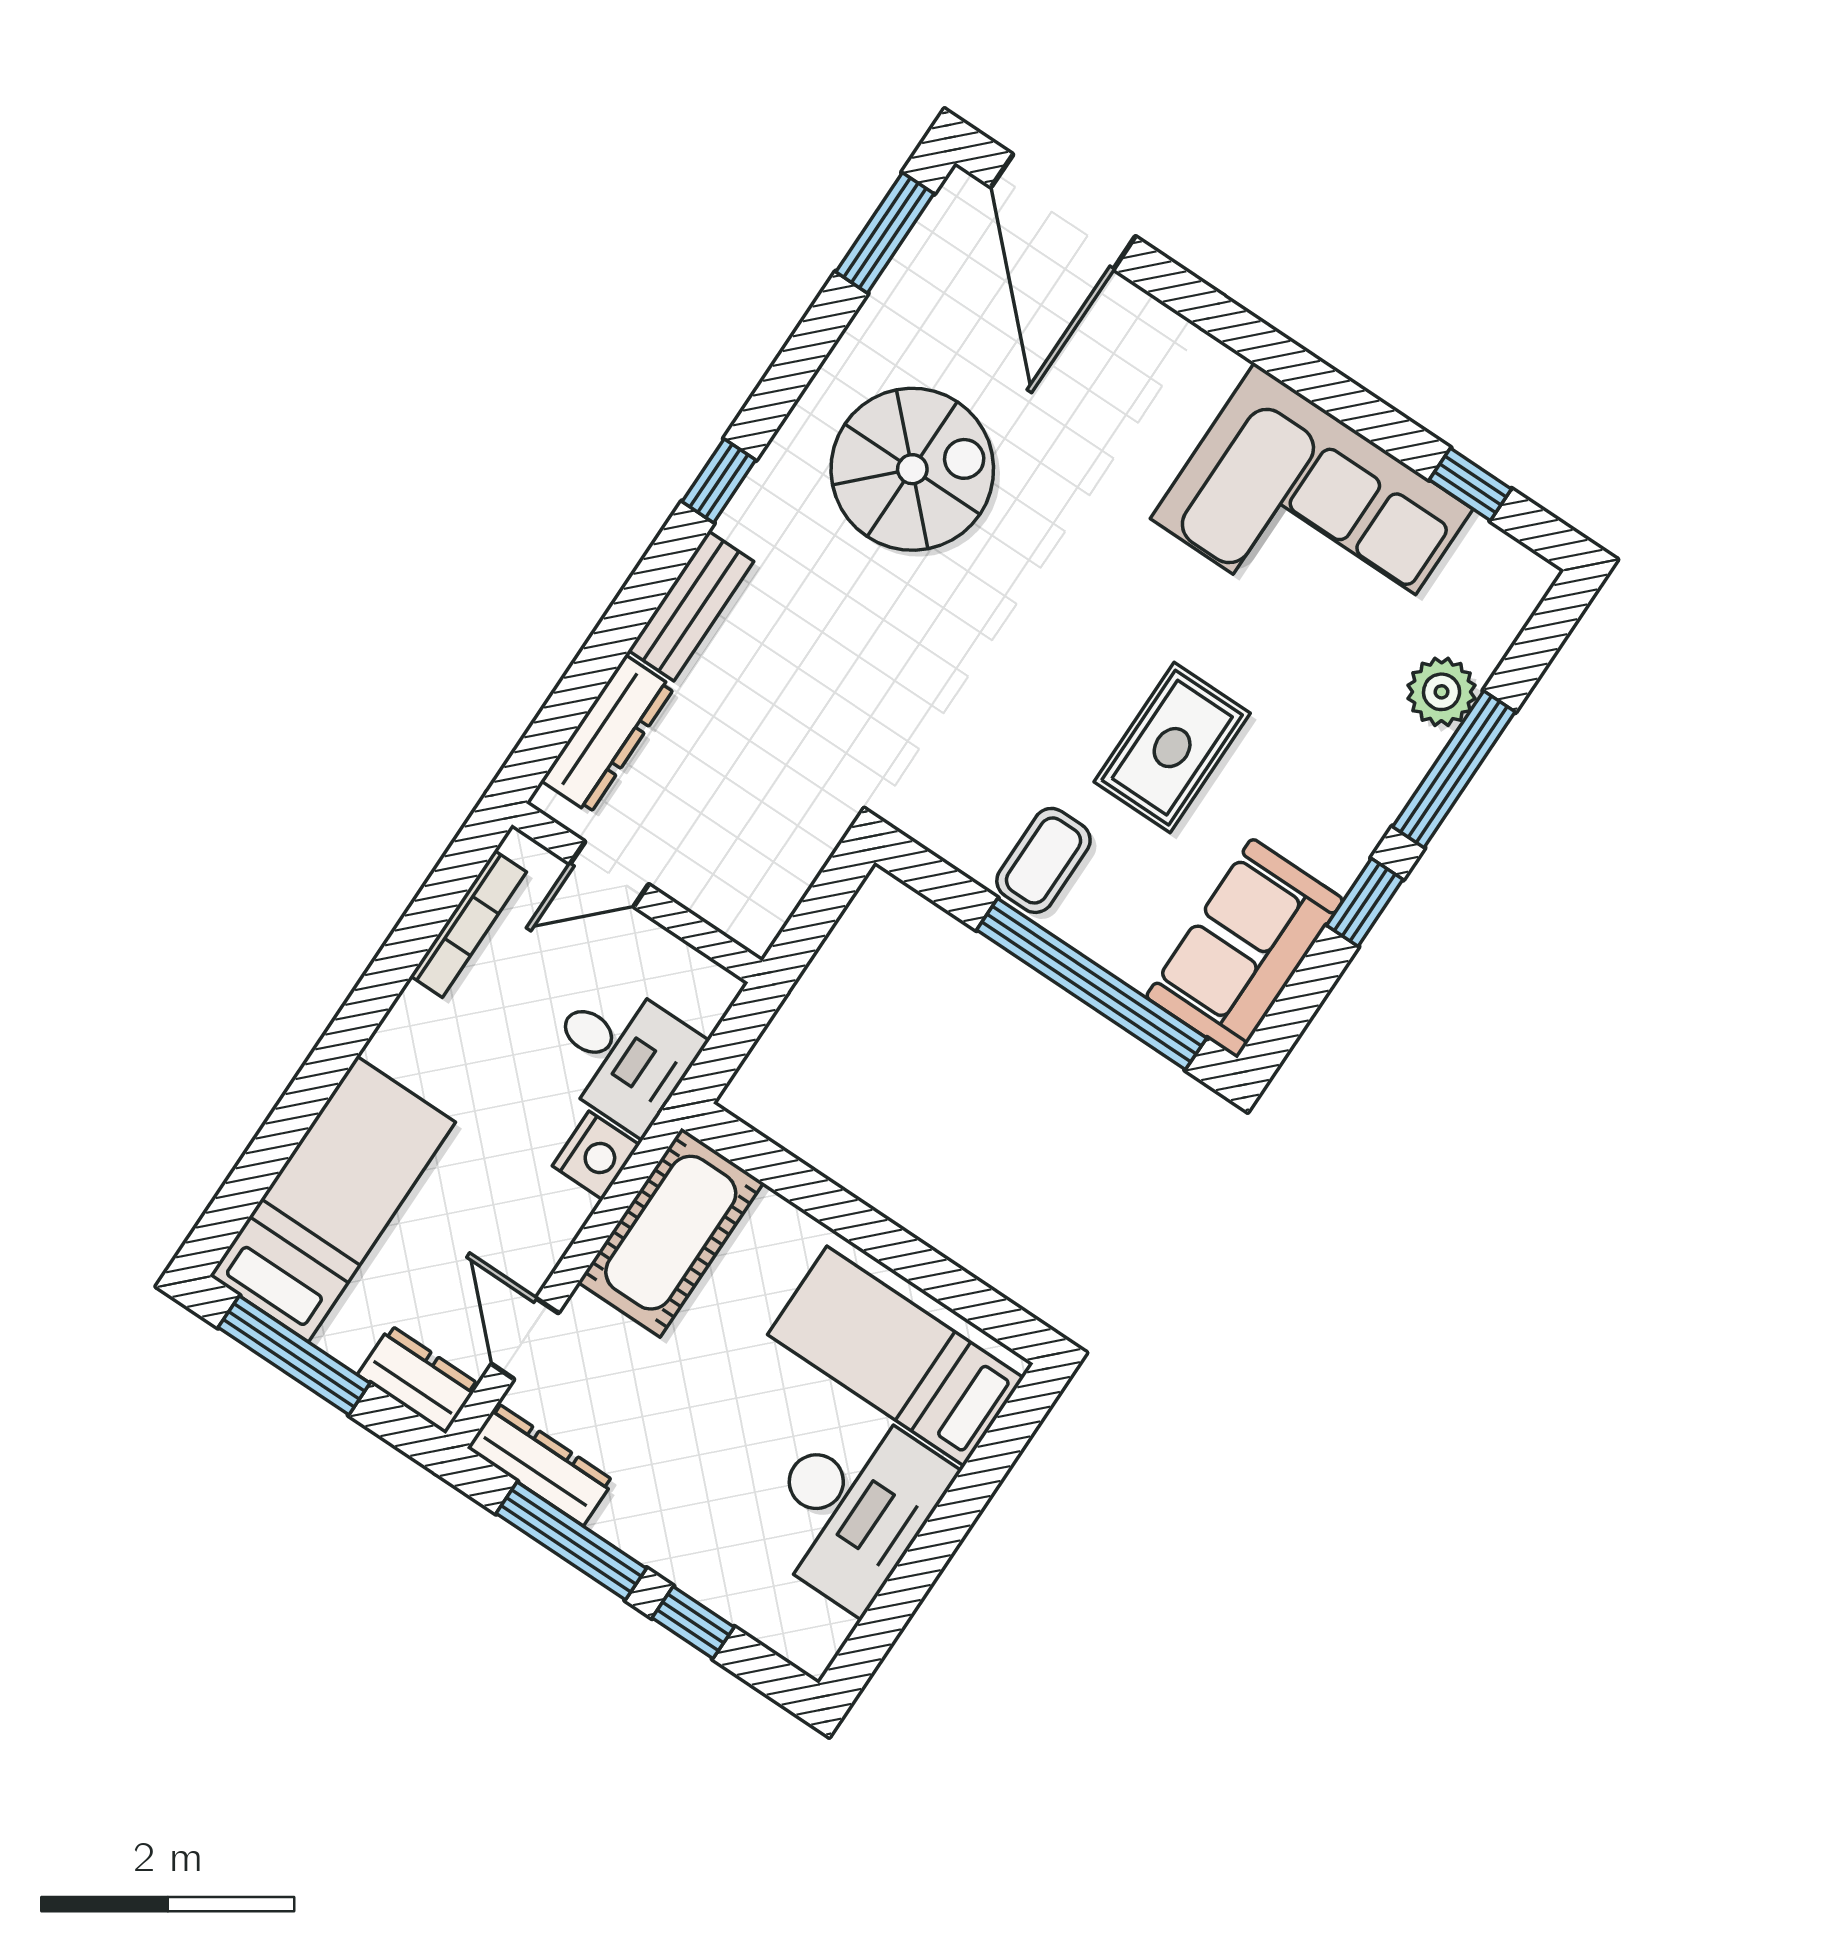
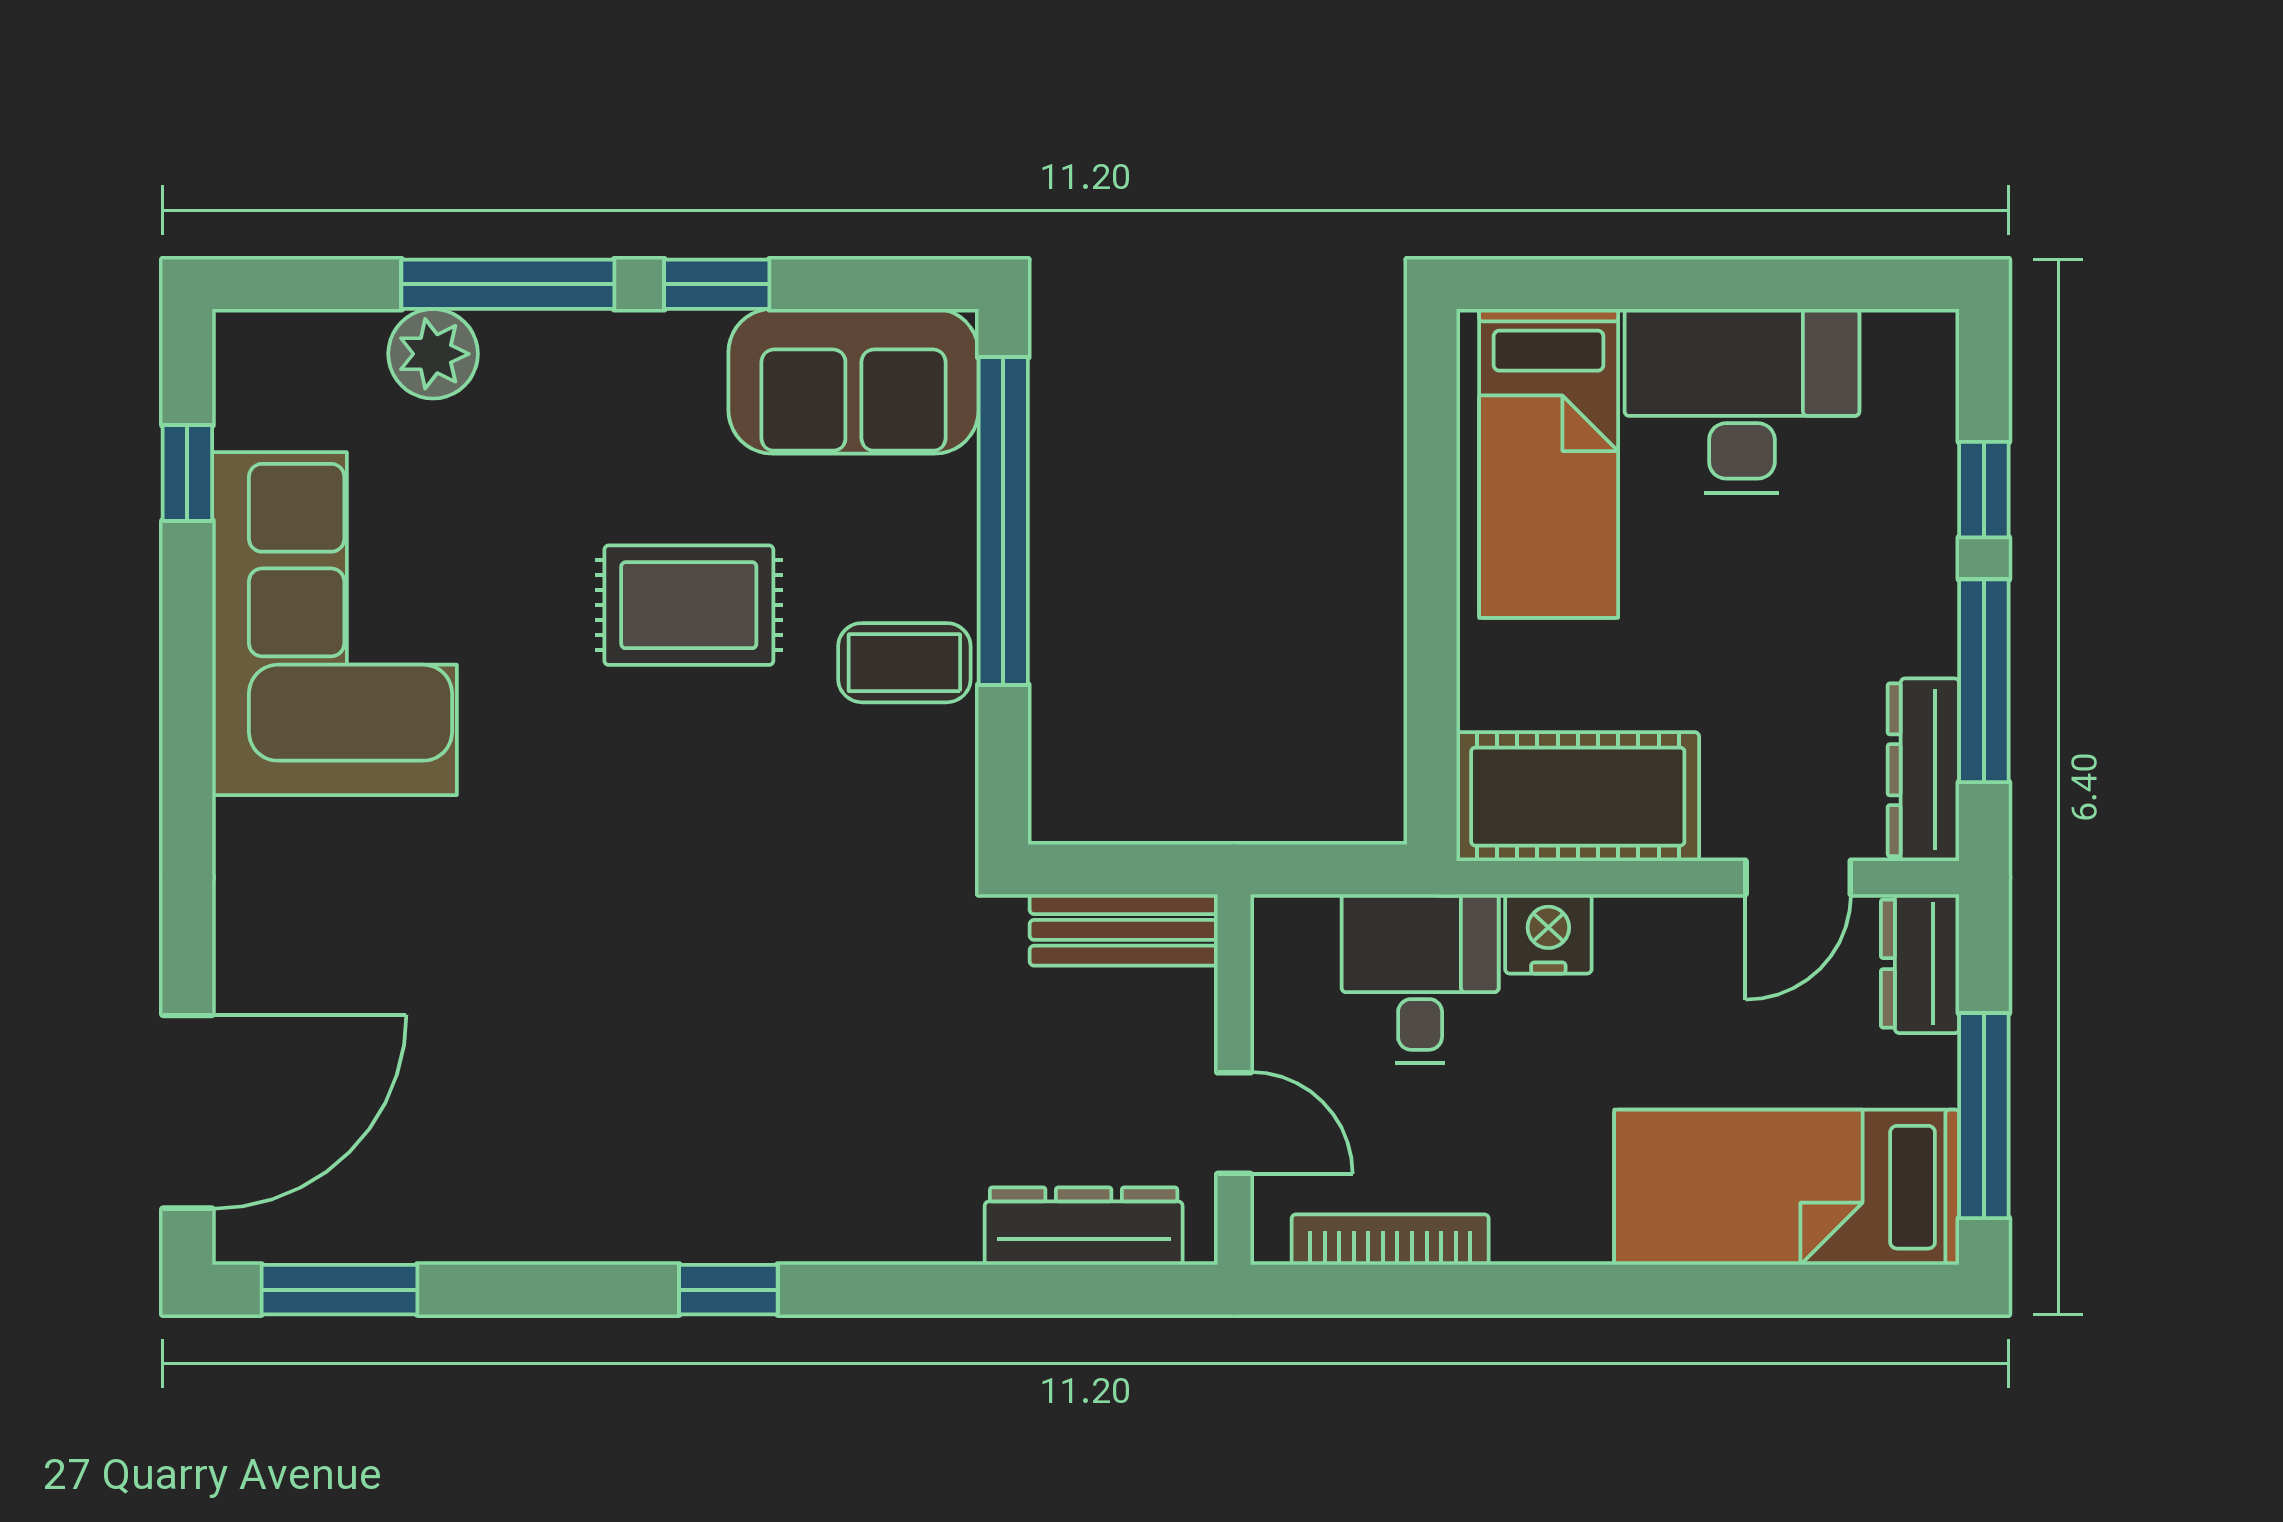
spiral stairs: (912, 469) -> (576, 1088), removed
bench: (691, 606) -> (1124, 930), moved

